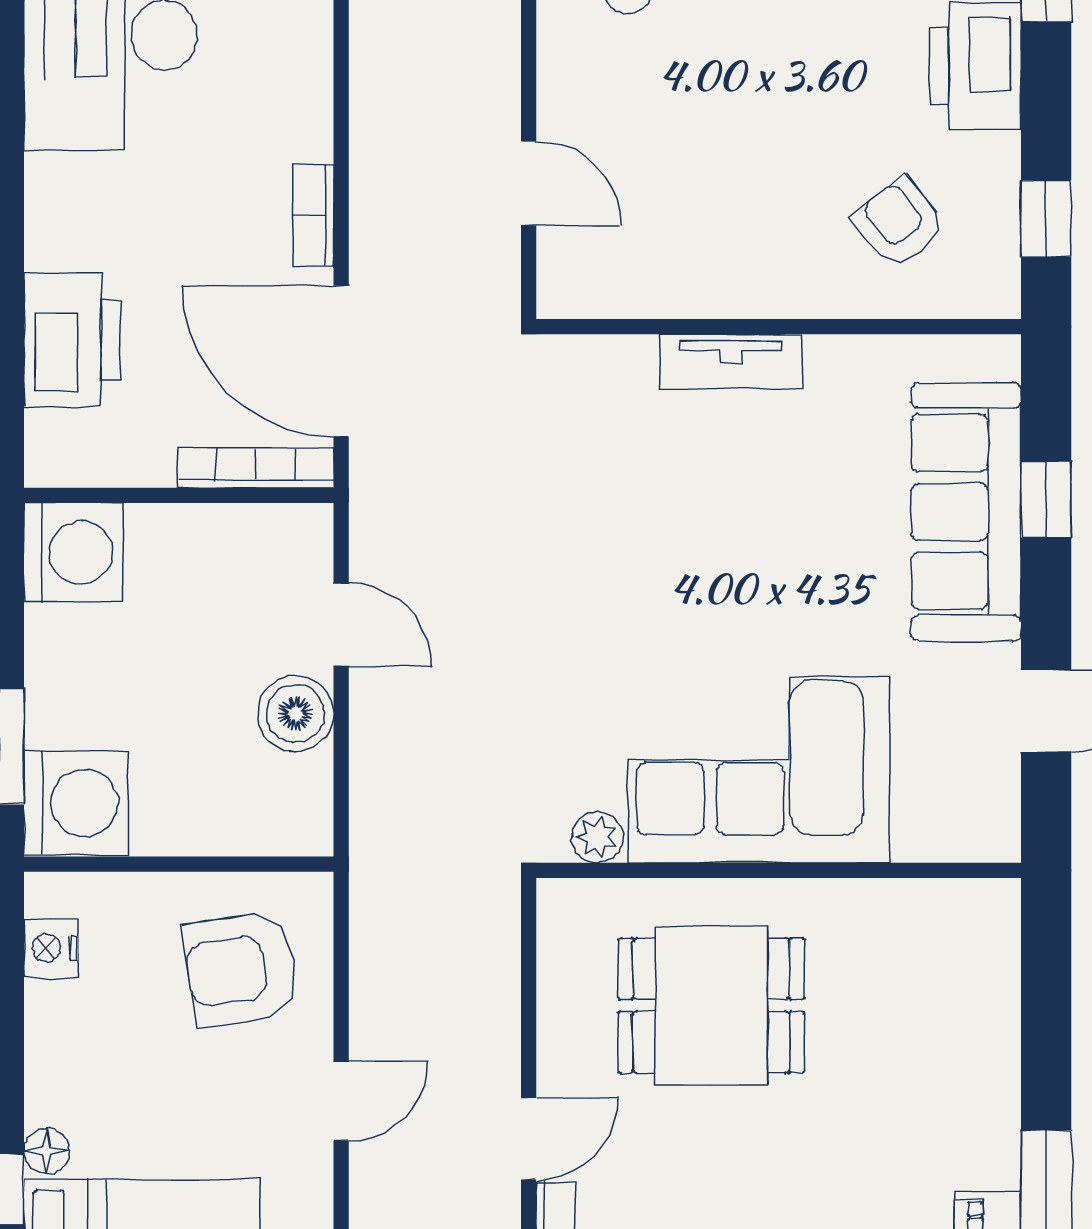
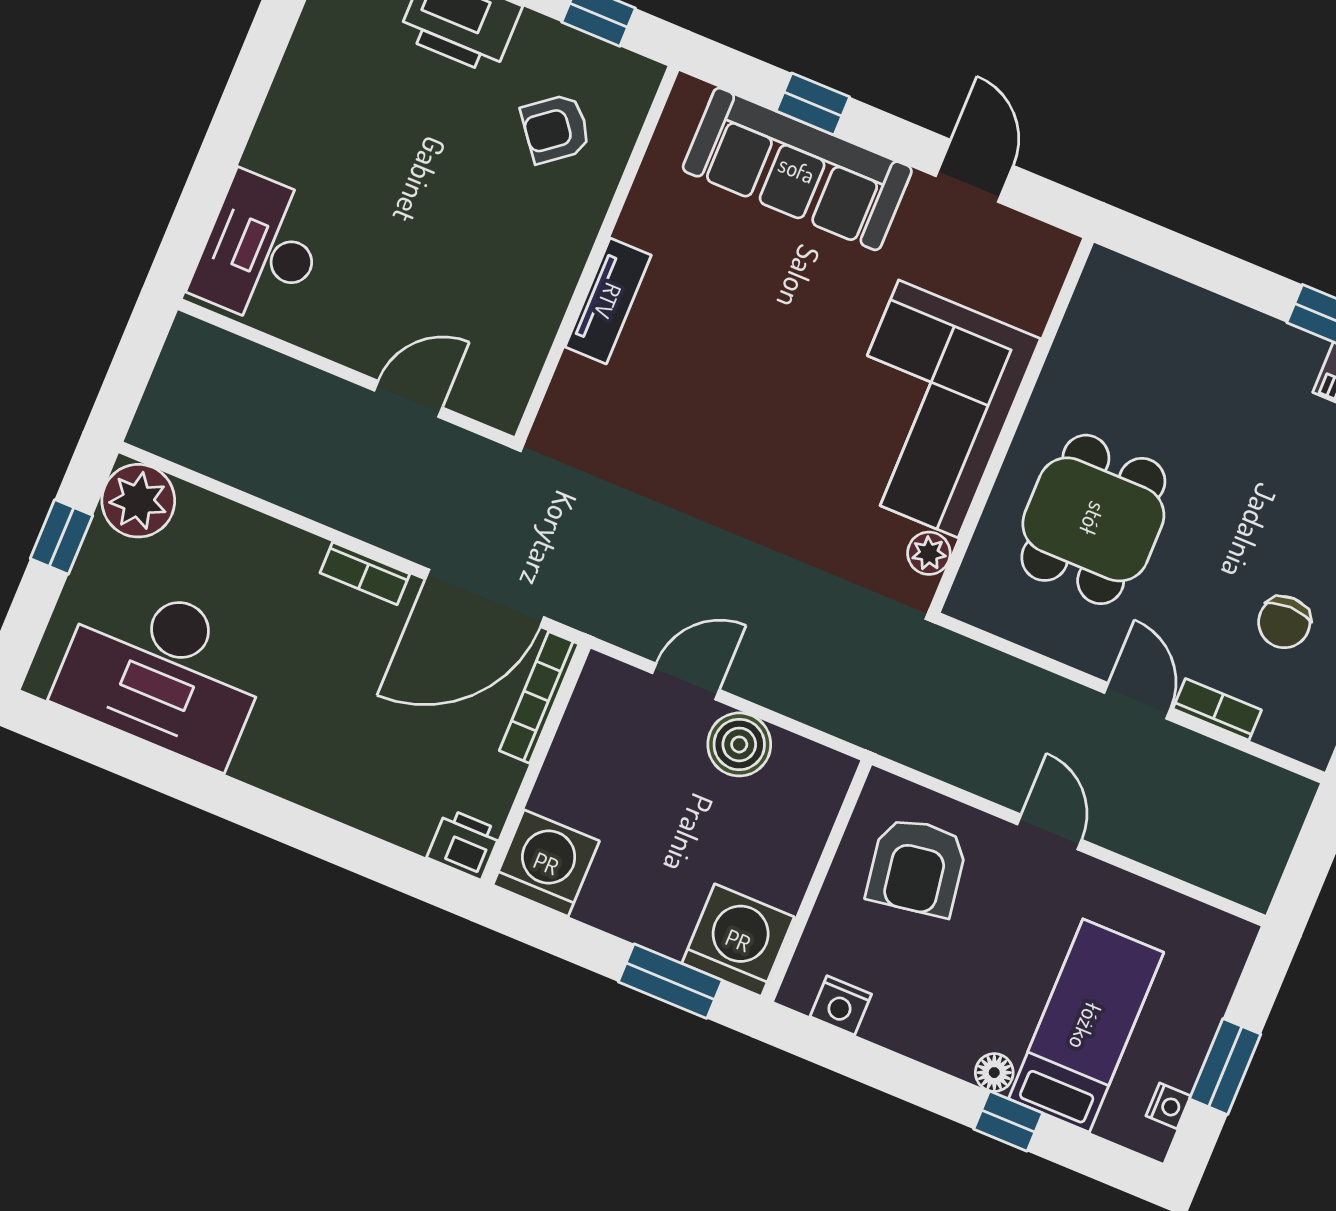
printer: (72, 340) -> (464, 844), moved, width x0.53, depth x0.68

